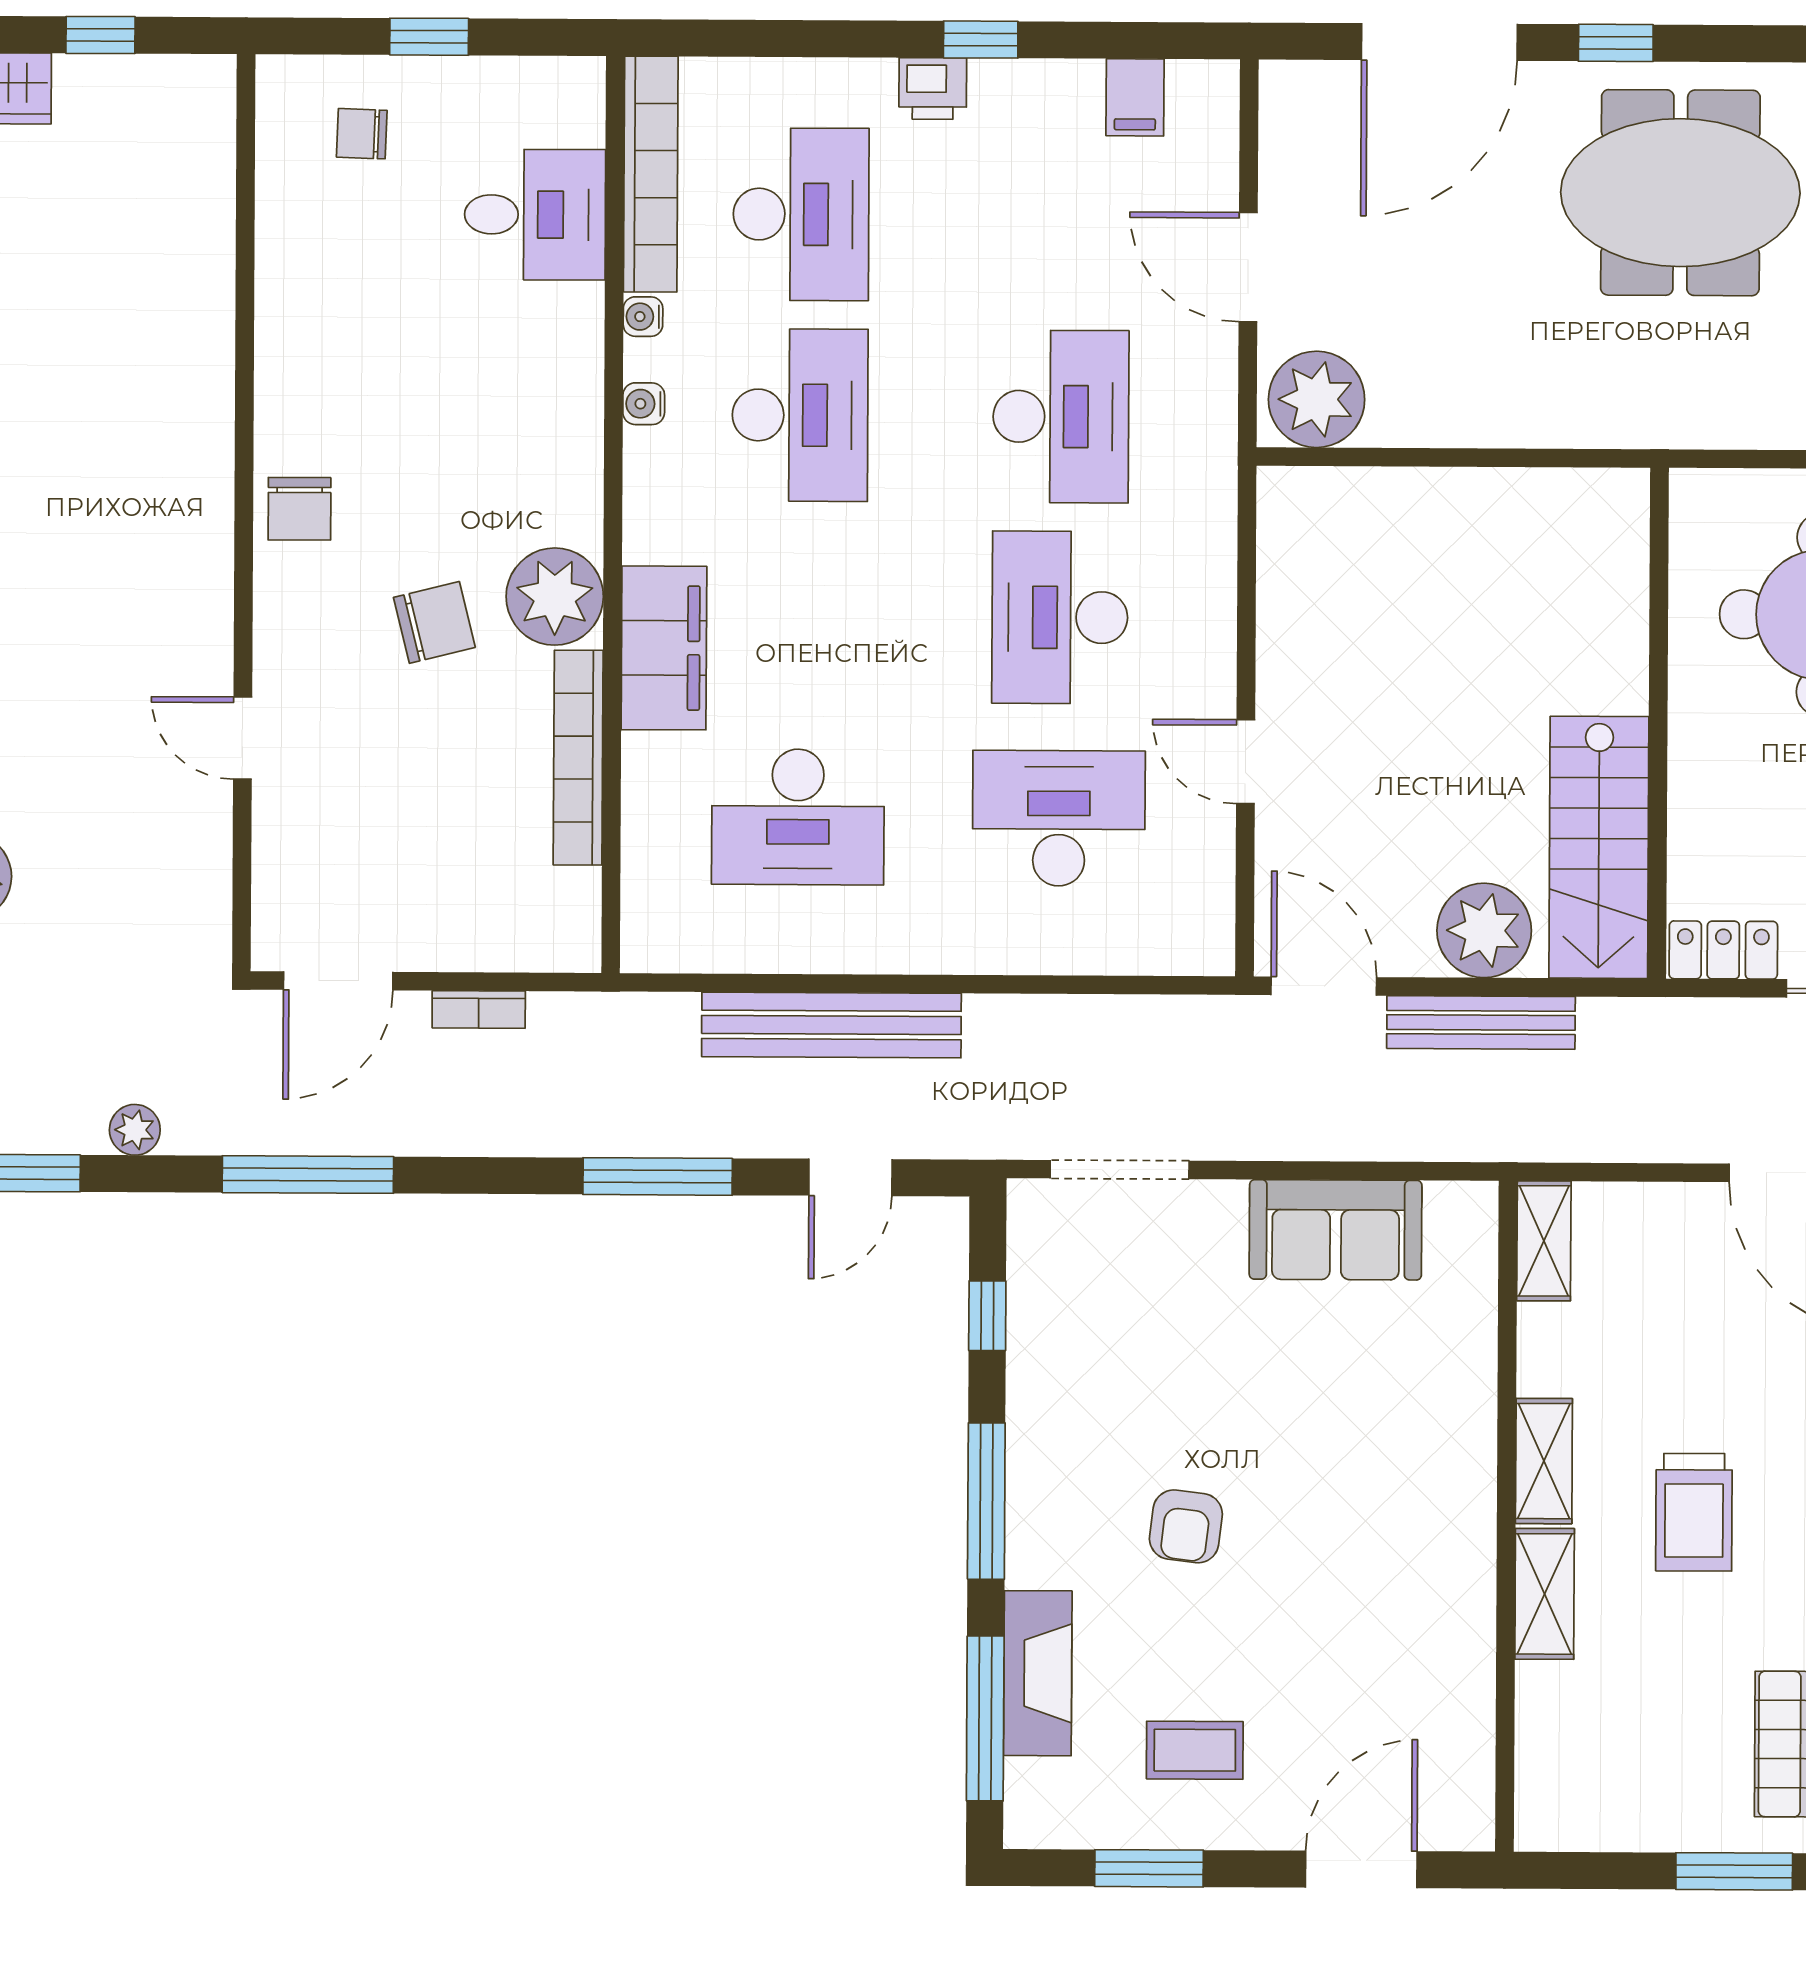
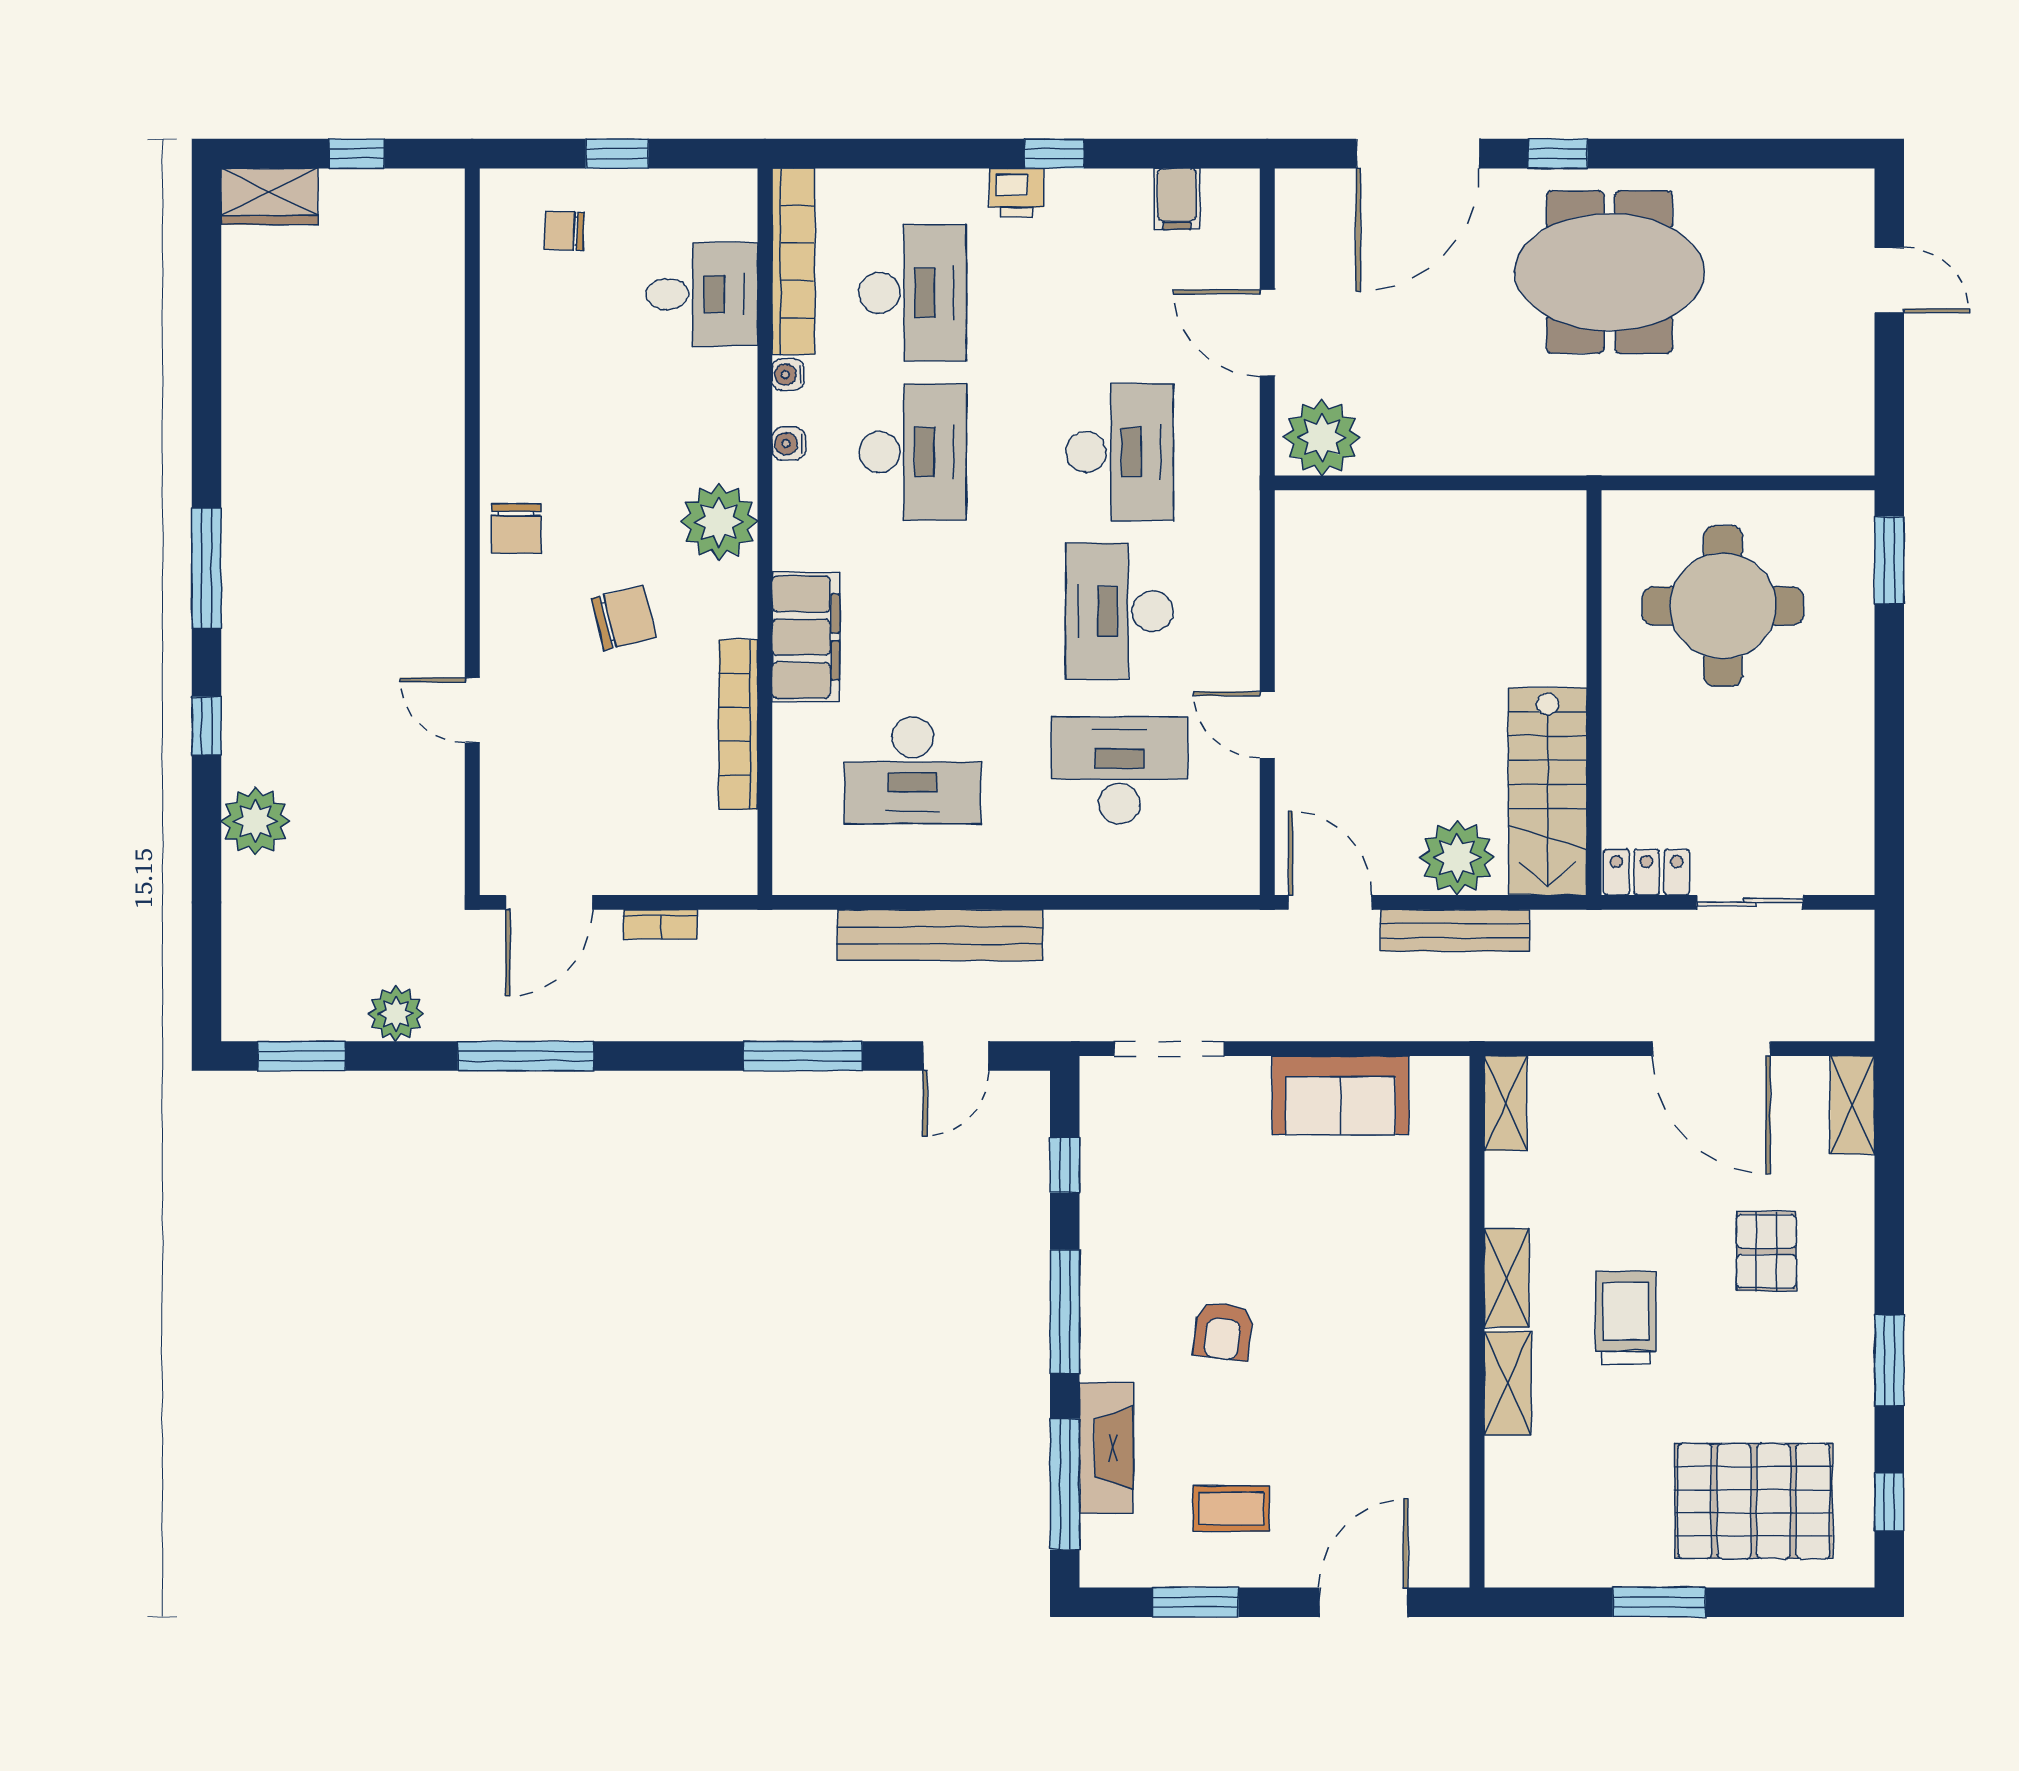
plant: (555, 597) -> (719, 522), moved
plant: (135, 1130) -> (396, 1014), width x1.38, depth x1.38
trolley: (1694, 1512) -> (1626, 1318), turned 180

